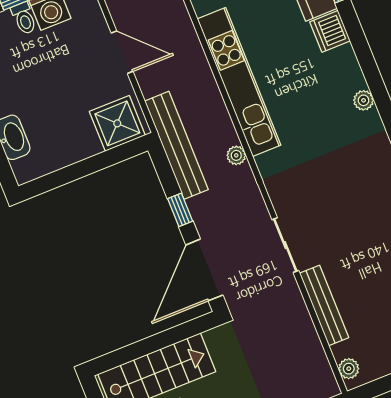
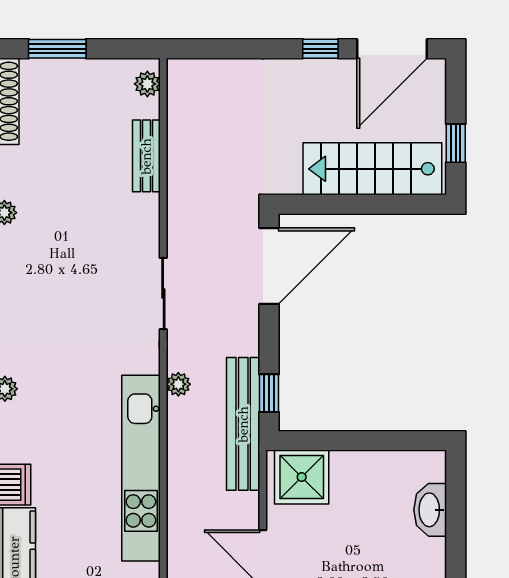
window: (180, 210) -> (269, 393), moved
sliding door: (285, 245) -> (163, 294), moved
bench: (324, 305) -> (146, 156), width x0.73

